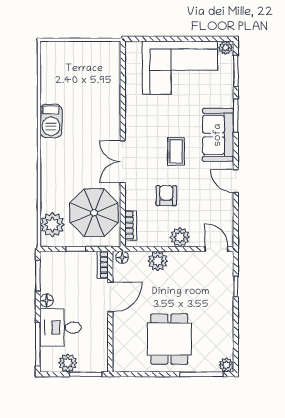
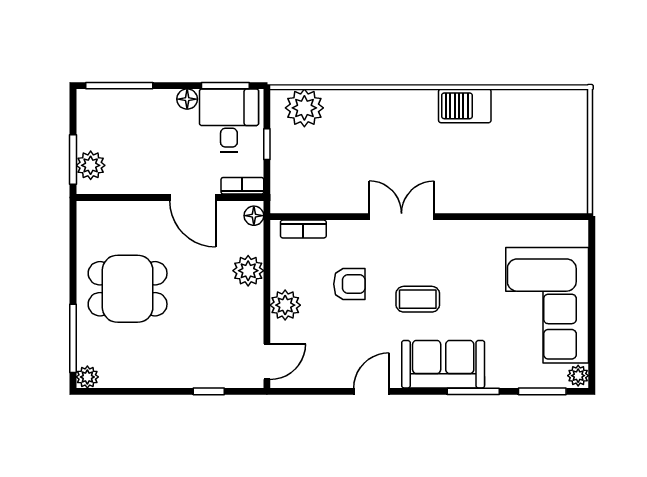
parasol: (94, 213) -> (323, 172), removed
desk: (61, 328) -> (229, 121), moved
plant: (68, 363) -> (91, 165), moved

